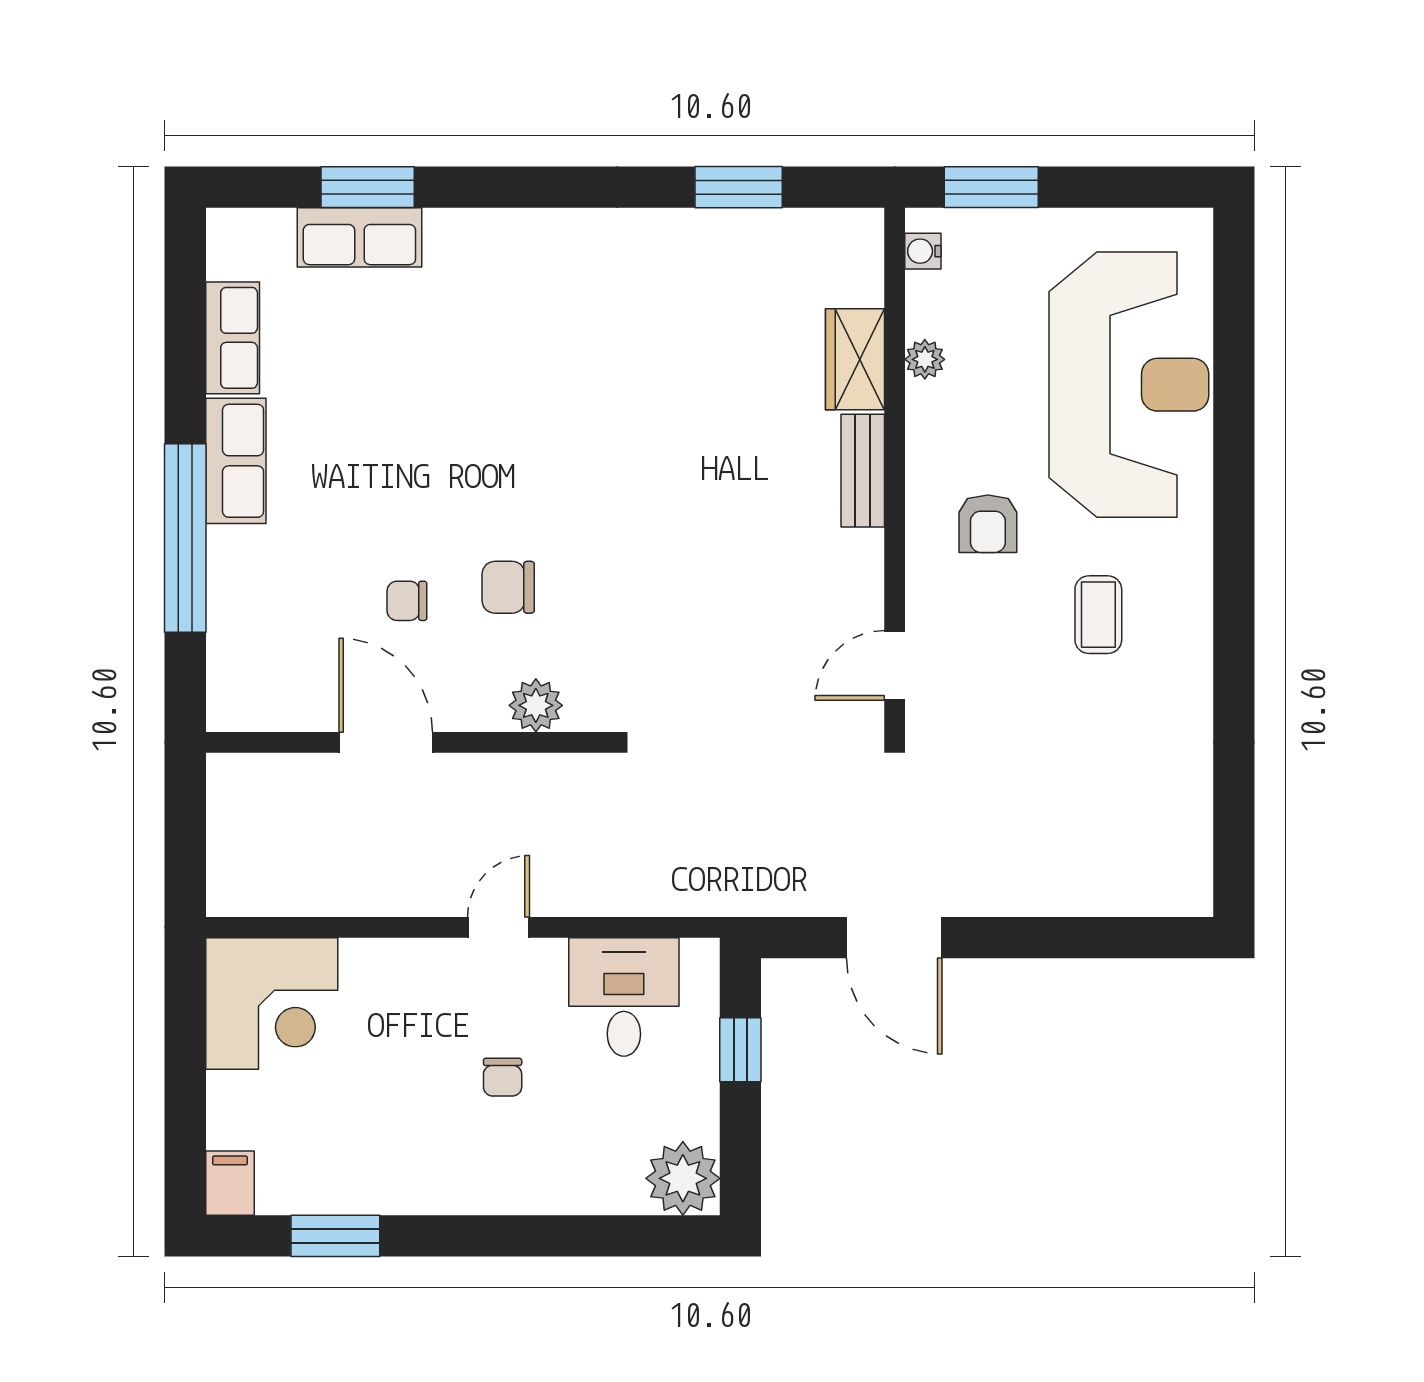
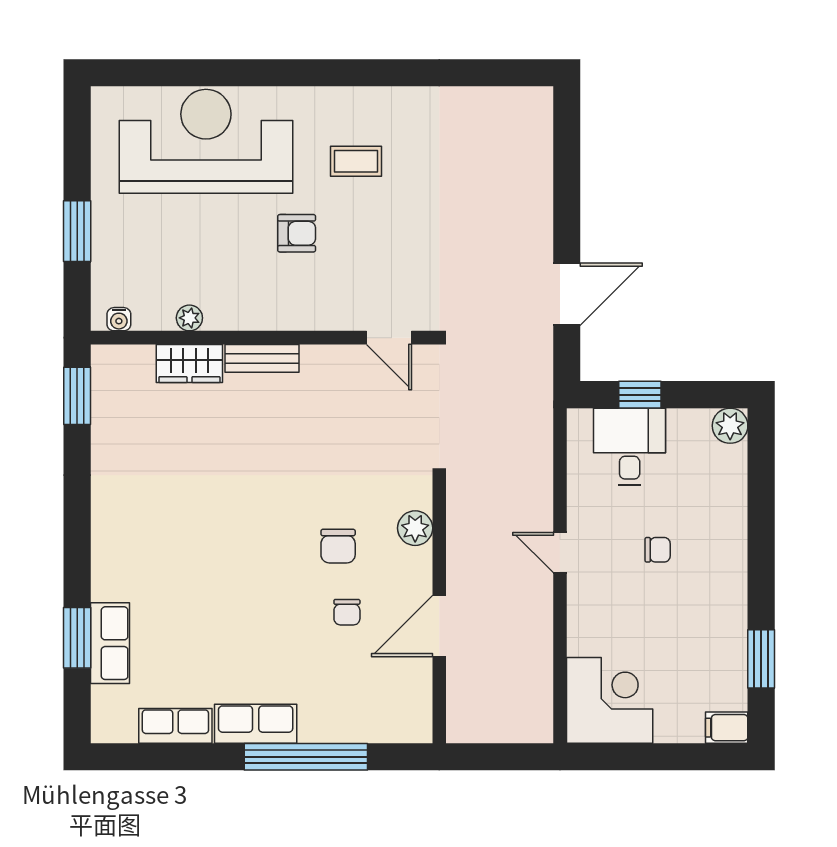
water cooler: (923, 251) -> (119, 319), moved
wardrobe: (855, 359) -> (189, 364), moved
plant: (925, 359) -> (189, 318), moved
wall: (895, 470) -> (262, 338), moved
bench: (863, 471) -> (262, 358), moved
door: (895, 665) -> (389, 338), moved
desk: (624, 997) -> (630, 447), moved, turned 90
plant: (683, 1178) -> (730, 426), width x0.73, depth x0.73

